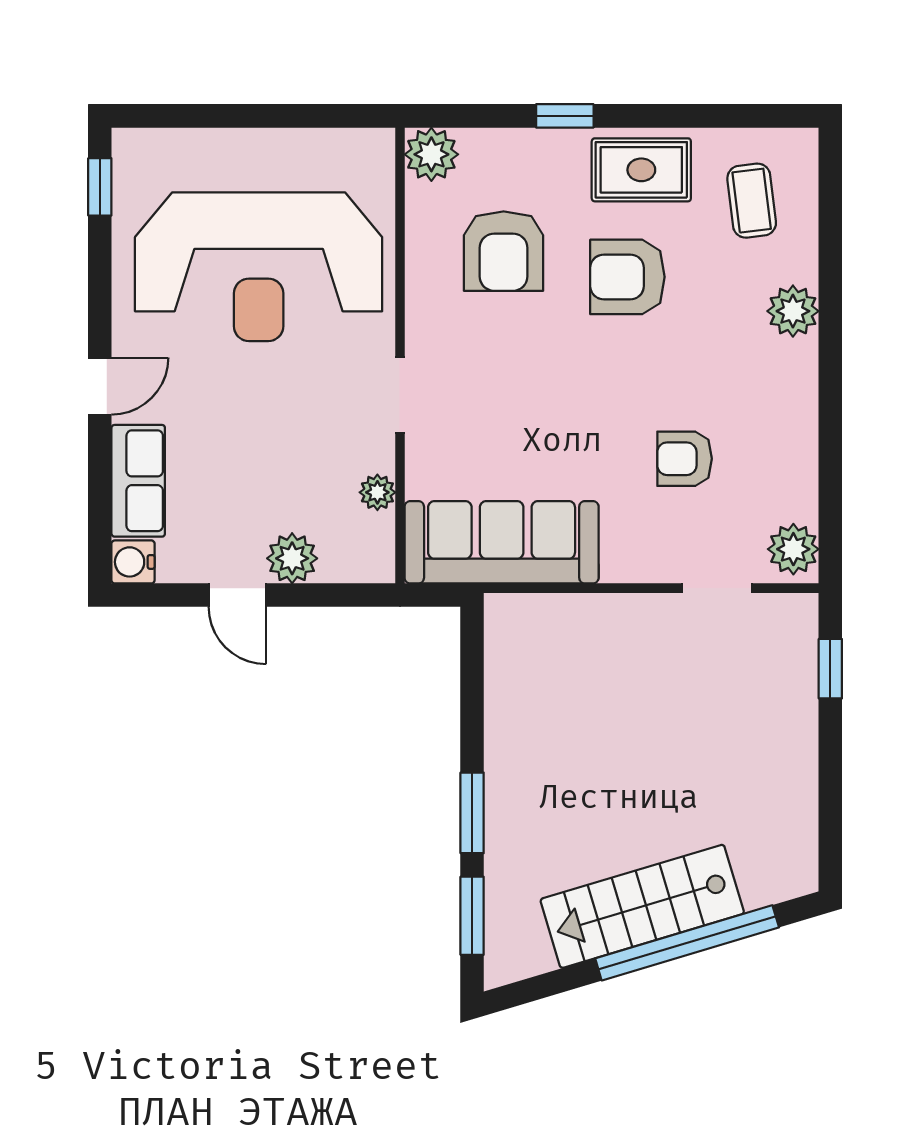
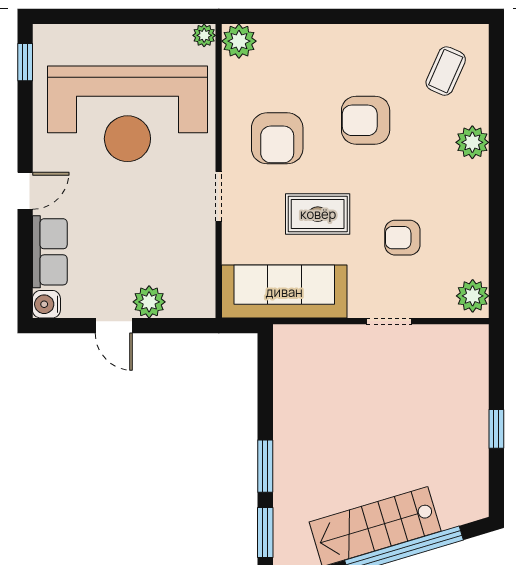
window: (565, 116) -> (325, 16), removed
rug: (641, 170) -> (318, 214), moved
coffee table: (752, 201) -> (446, 71), turned 31
armchair: (504, 251) -> (277, 138), moved
plant: (377, 492) -> (204, 35), moved
doorway: (717, 588) -> (389, 321), moved
window: (830, 669) -> (496, 429), moved

